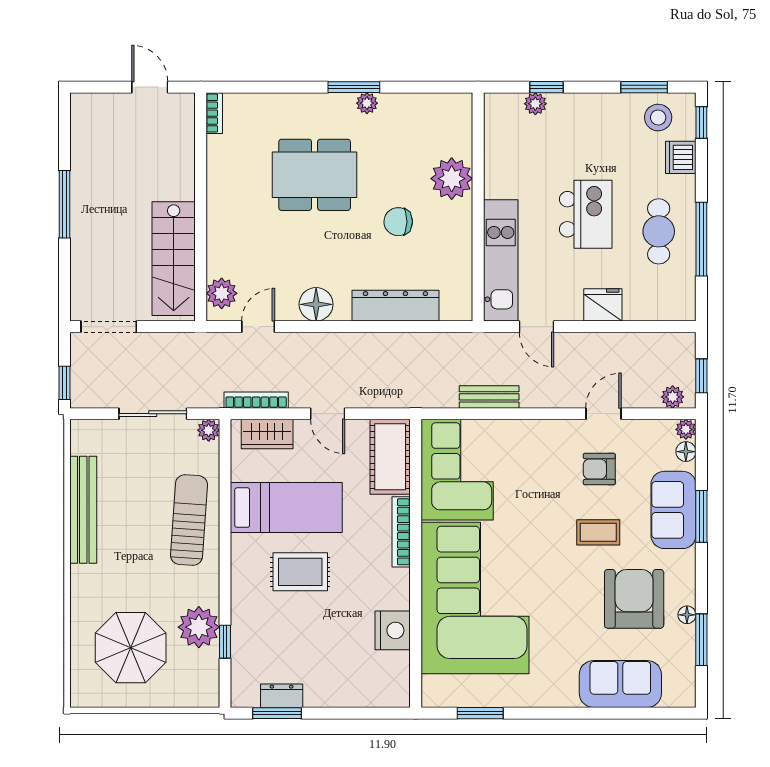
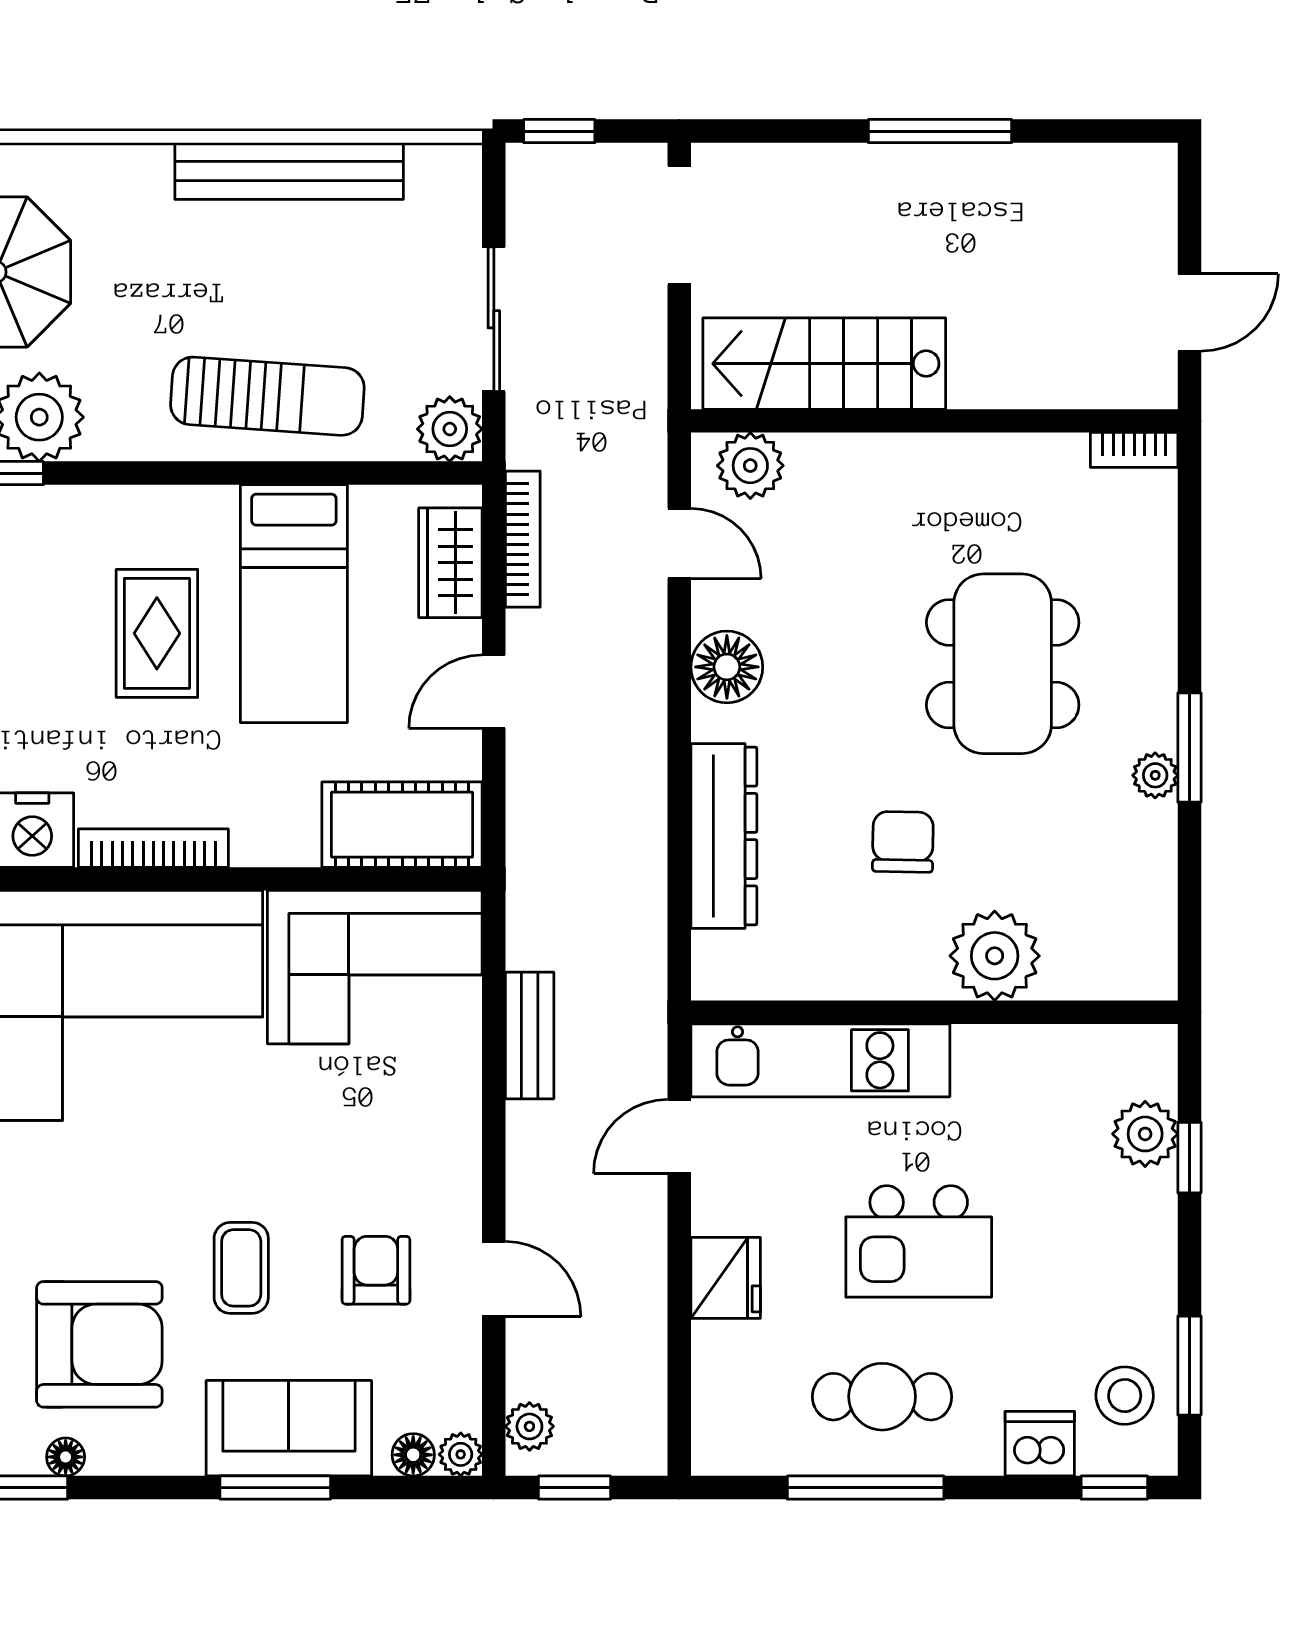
plant: (535, 104) -> (1145, 1134), width x1.38, depth x1.38
plant: (209, 430) -> (450, 429), width x1.38, depth x1.38
bookcase: (401, 532) -> (153, 848), moved

